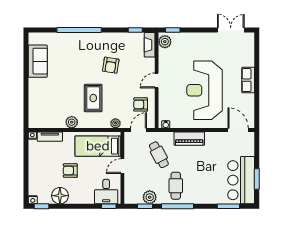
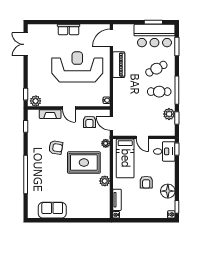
fireplace: (150, 45) -> (50, 114), moved
reception desk: (205, 90) -> (77, 67), turned 180
rug: (93, 98) -> (84, 163), width x1.36, depth x1.43
piano: (189, 139) -> (119, 65), moved
cafe table: (159, 155) -> (156, 69), moved

